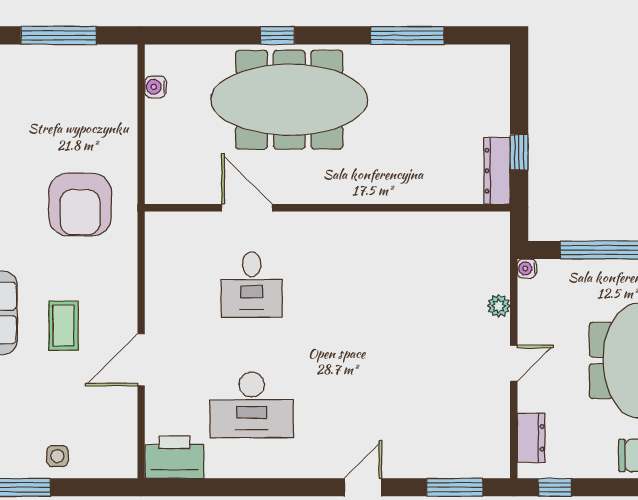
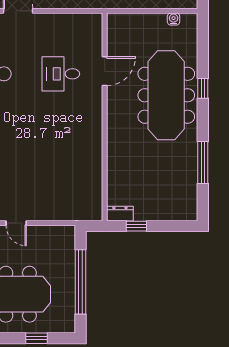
dresser: (497, 171) -> (120, 214), width x0.70
water cooler: (527, 268) -> (70, 231), removed
plant: (499, 306) -> (49, 215), removed

